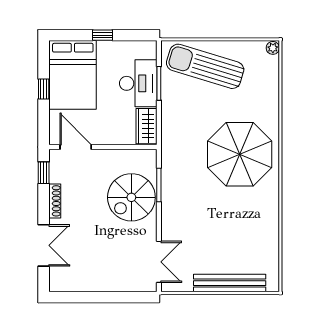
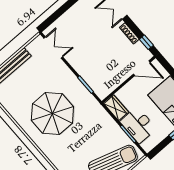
parasol: (240, 154) -> (52, 114), moved
spiral stairs: (131, 197) -> (94, 67), removed
double door: (159, 262) -> (53, 47), swing flipped

